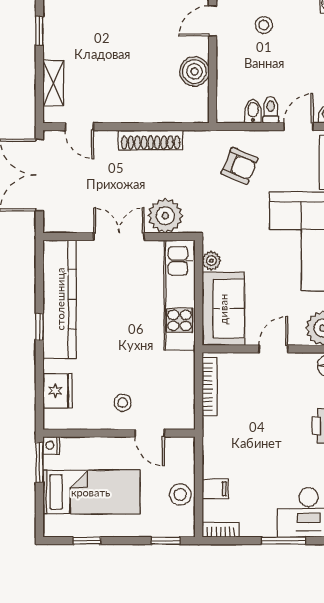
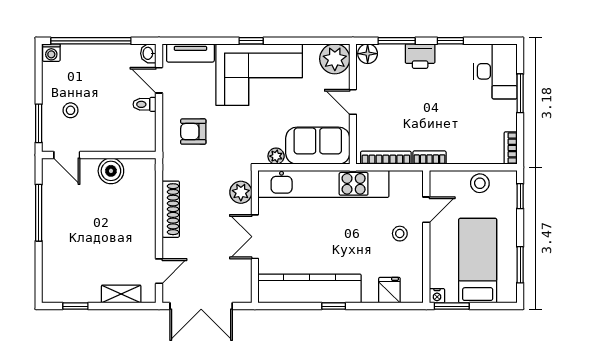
bidet: (253, 111) -> (146, 120), removed
armchair: (240, 166) -> (193, 132), turned -113
plant: (165, 216) -> (241, 192), width x0.73, depth x0.73
kitchen unit: (180, 295) -> (323, 184), width x1.36
fridge: (58, 391) -> (389, 290), width x0.72
bookcase: (210, 437) -> (429, 158), added
filing cabinet: (215, 489) -> (475, 153), removed
window: (87, 541) -> (520, 265), width x1.50

